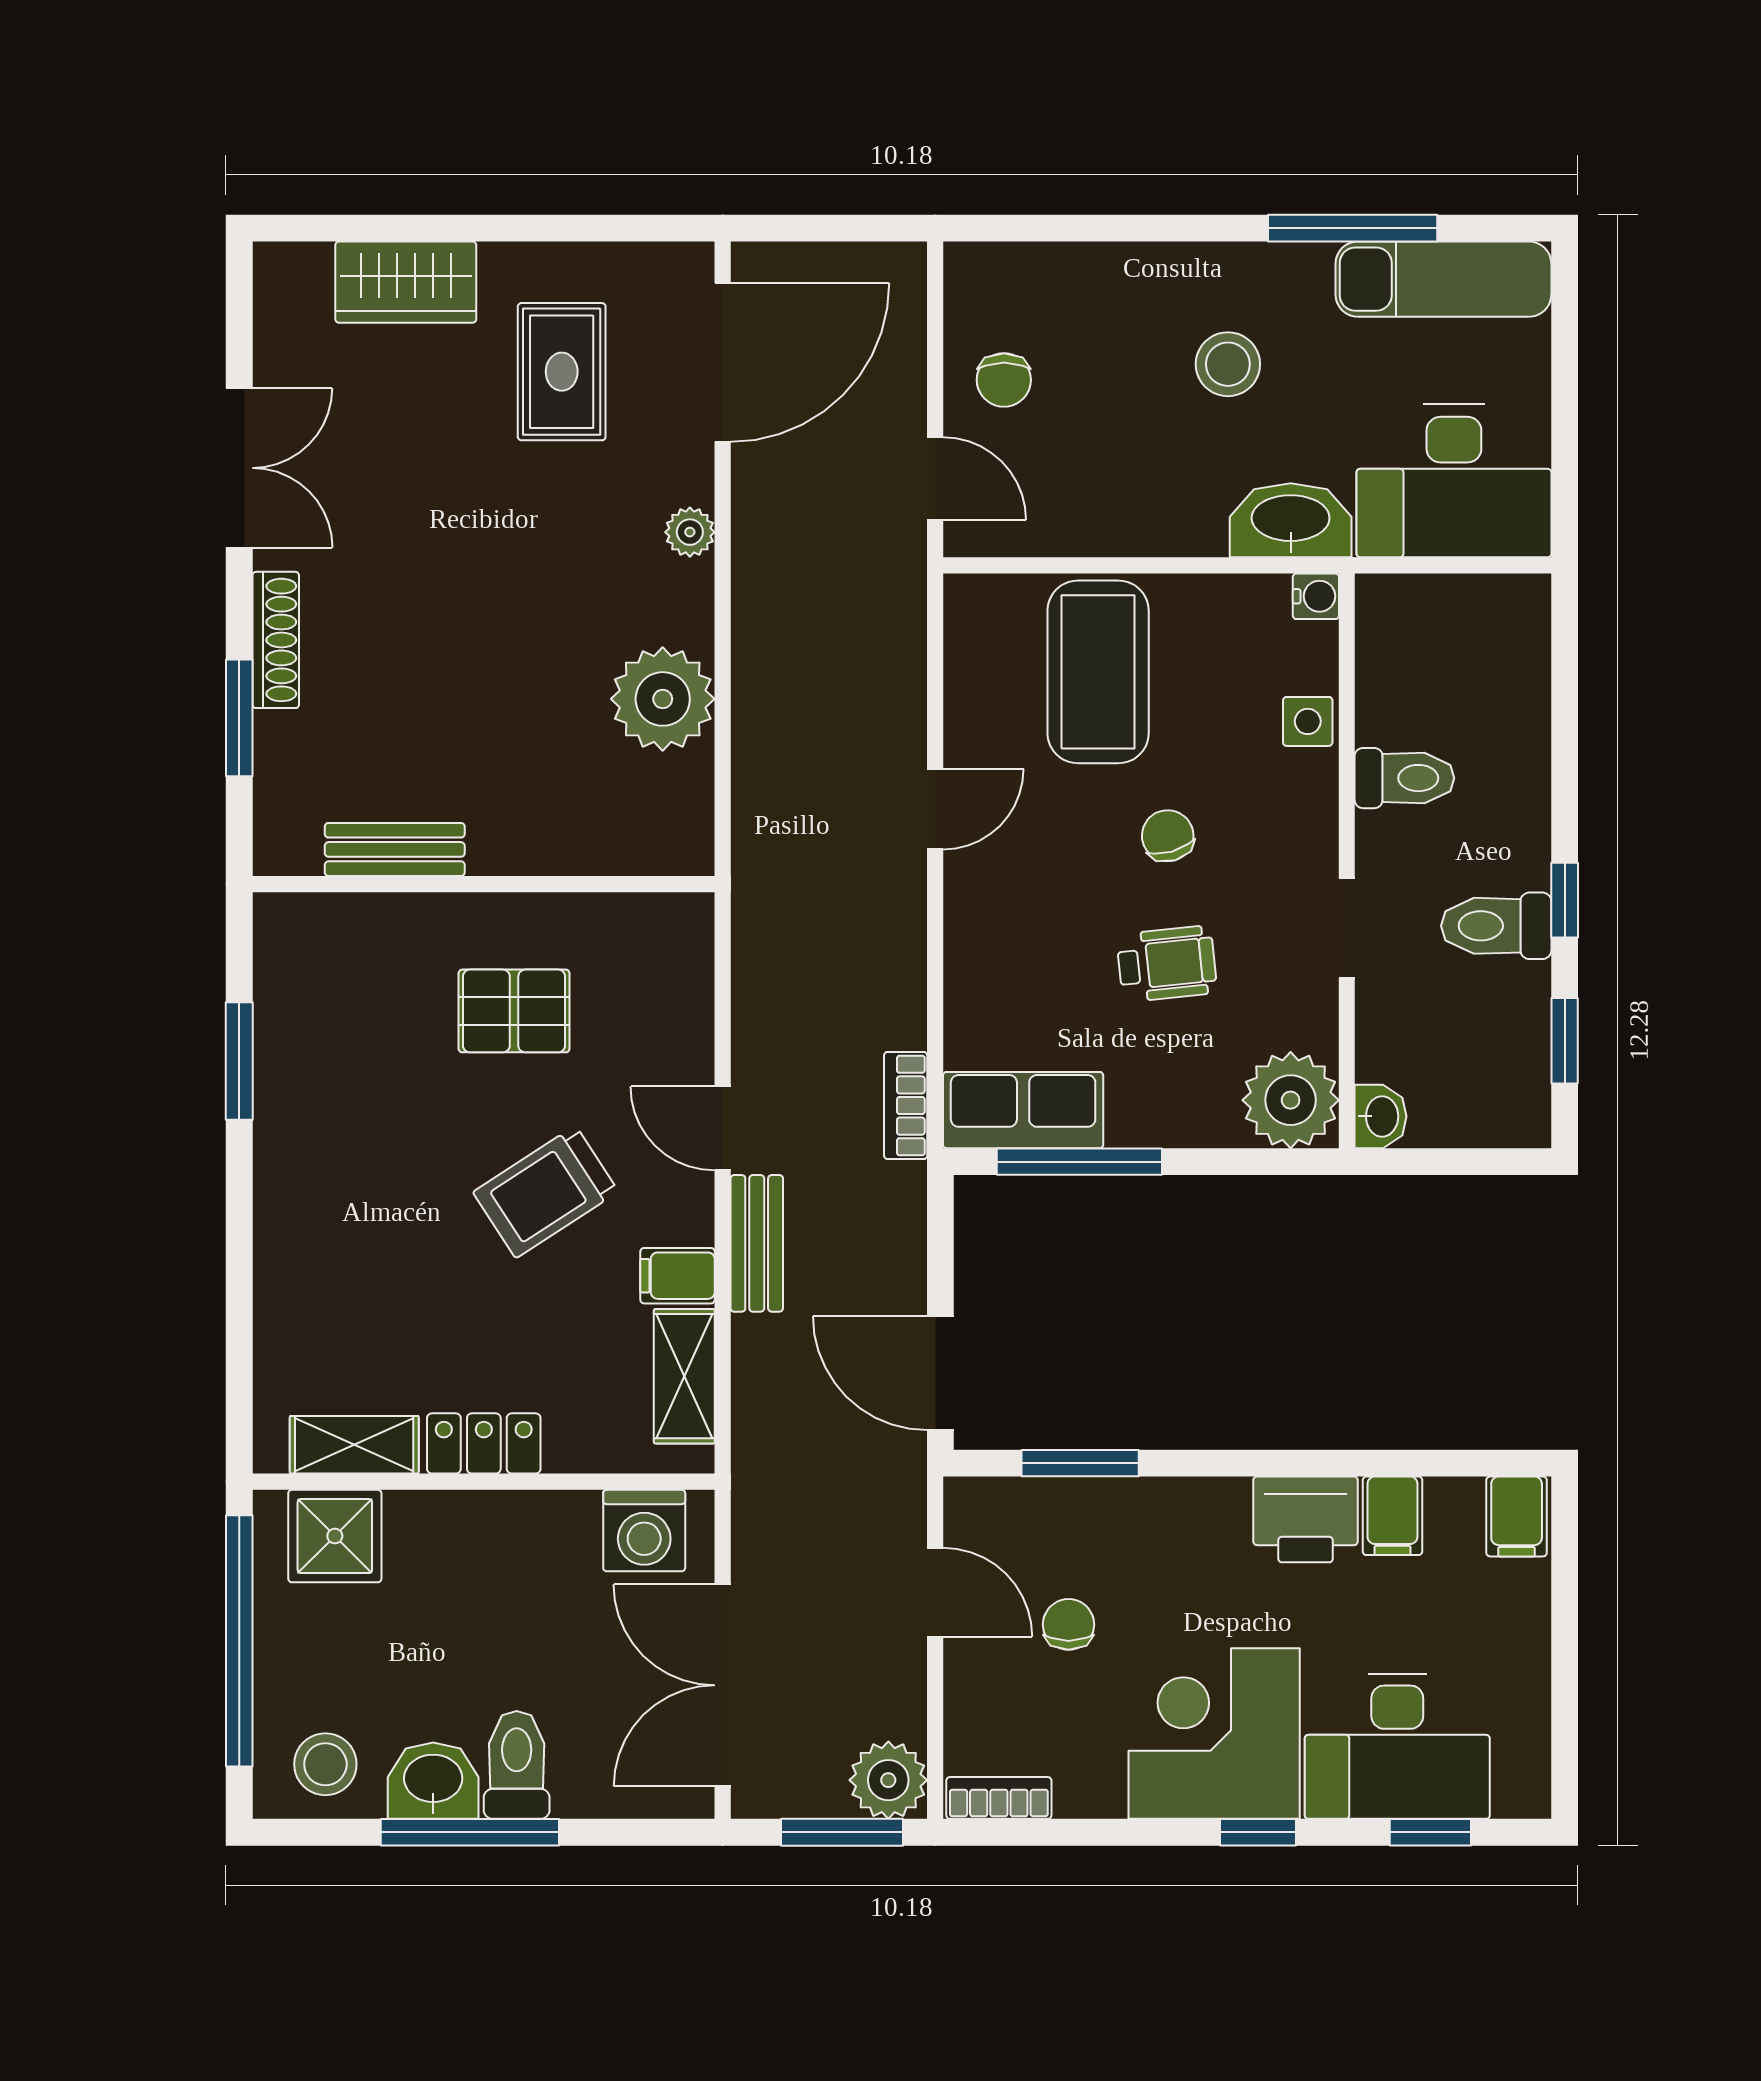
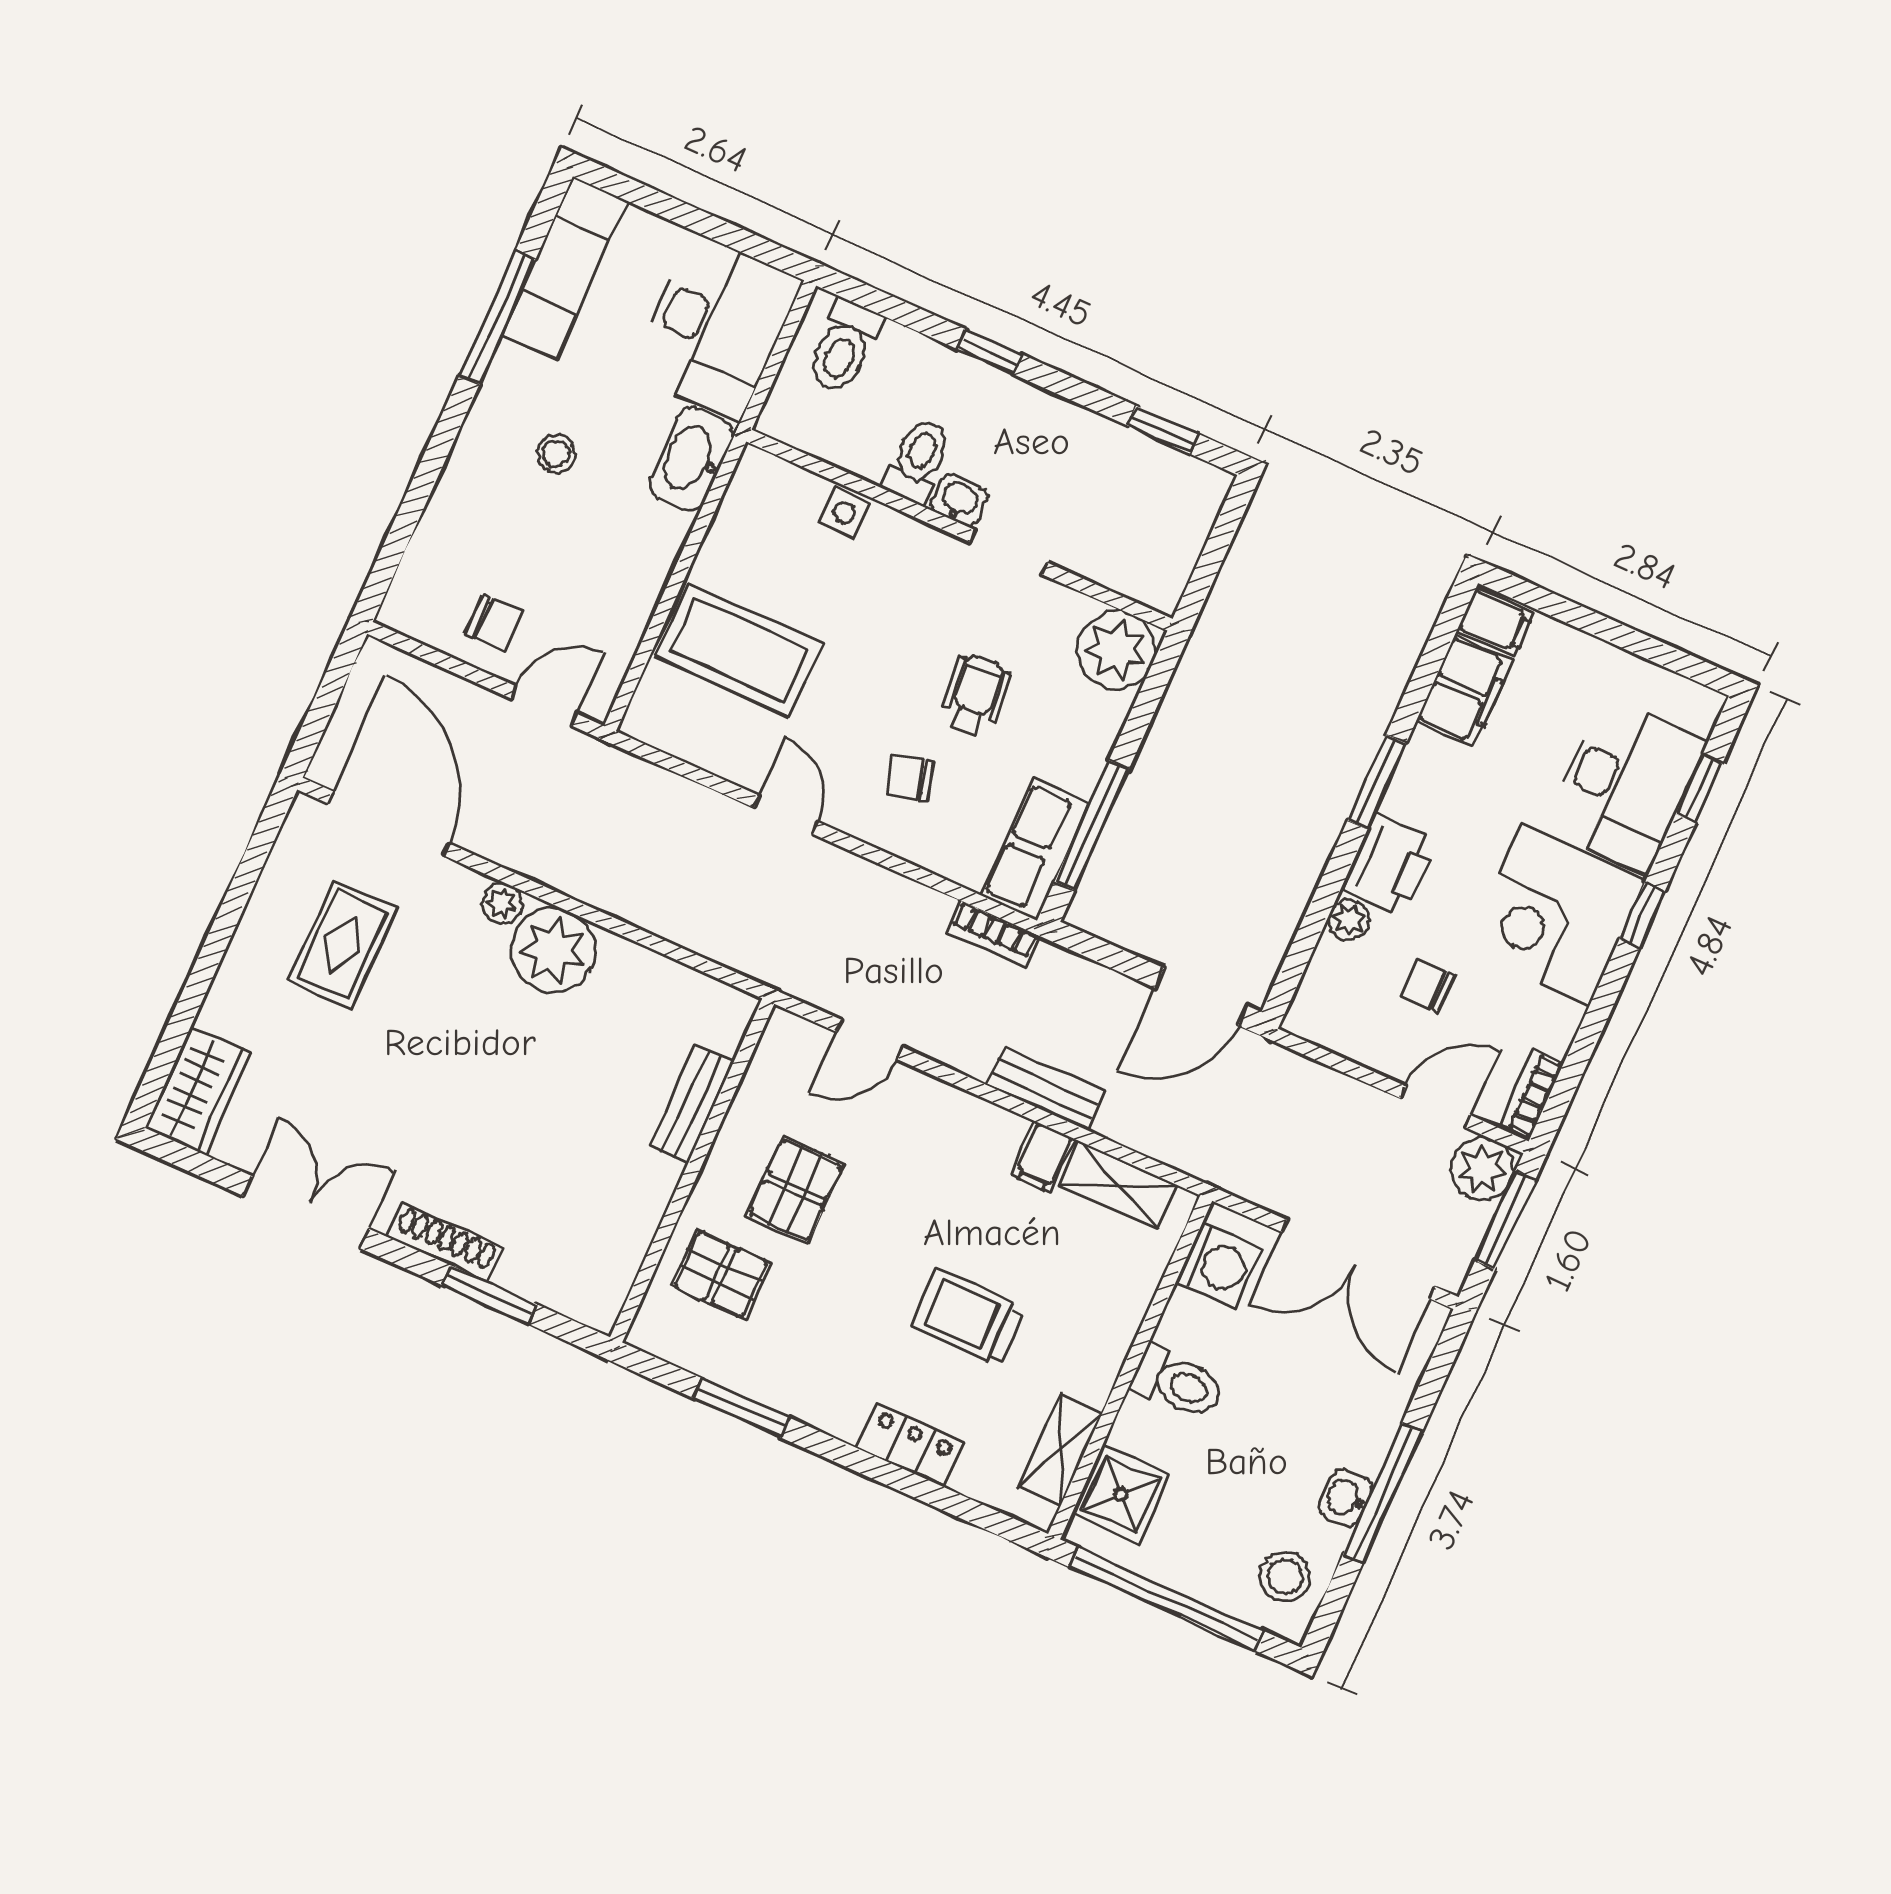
wardrobe: (406, 282) -> (198, 1090), moved
stool: (1228, 364) -> (556, 454), width x0.73, depth x0.73
rug: (562, 372) -> (342, 944), turned 90
water cooler: (1316, 596) -> (755, 466), removed
plant: (663, 699) -> (553, 950), moved
chair: (1168, 836) -> (910, 778), moved
bench: (395, 849) -> (692, 1103), moved
window: (1565, 900) -> (990, 352), moved
toilet: (1496, 926) -> (844, 347), moved
pallet: (380, 970) -> (721, 1274), added
washbasin: (1381, 1116) -> (959, 500), moved
door: (723, 1128) -> (870, 1040), moved
trolley: (546, 1192) -> (968, 1318), moved, turned 123
locker: (484, 1443) -> (910, 1445), moved, turned 90
window: (1080, 1463) -> (1377, 782), moved
plant: (1103, 1502) -> (1349, 920), added
filing cabinet: (1392, 1516) -> (1464, 691), width x2.00
printer: (1306, 1519) -> (1389, 865), moved
door: (935, 1592) -> (1436, 1107), moved
toilet: (517, 1765) -> (1178, 1383), moved, turned 180
washbasin: (433, 1781) -> (1345, 1497), width x0.72, depth x0.69

